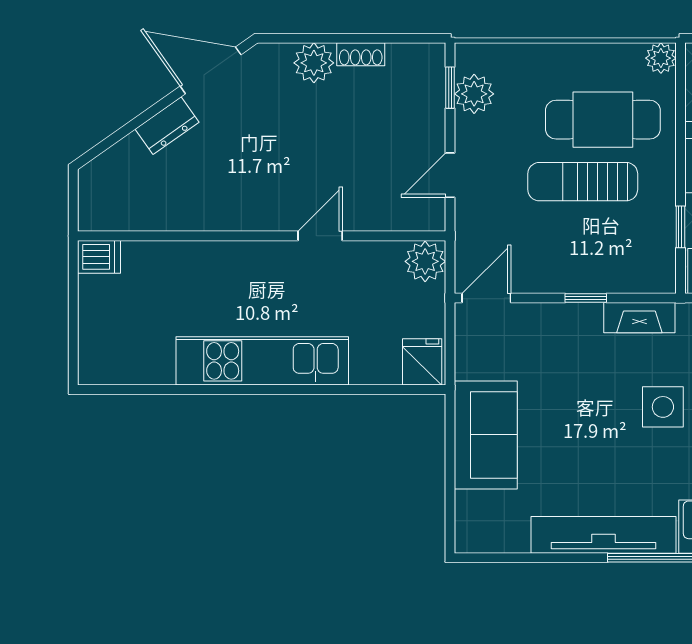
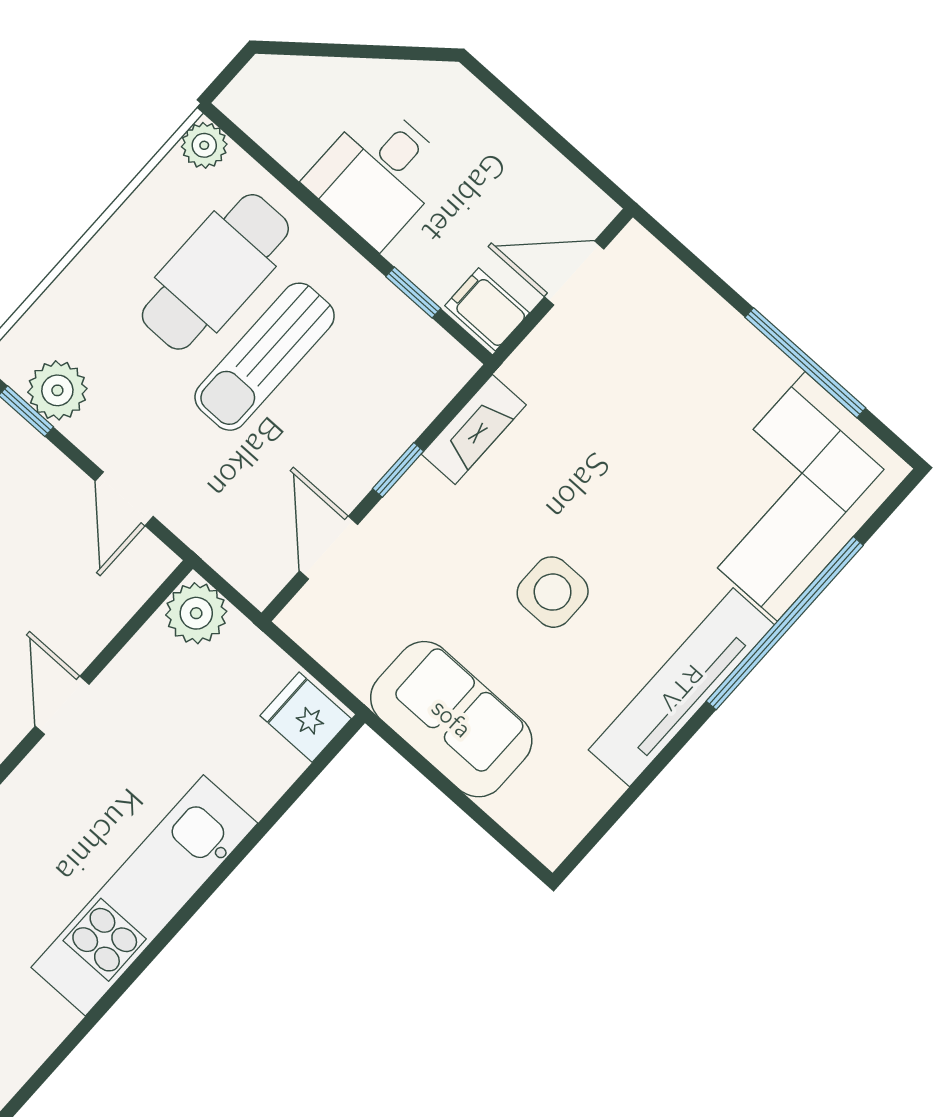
door: (486, 298) -> (328, 548), moved
side table: (663, 407) -> (553, 592), moved

